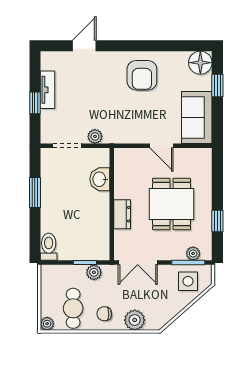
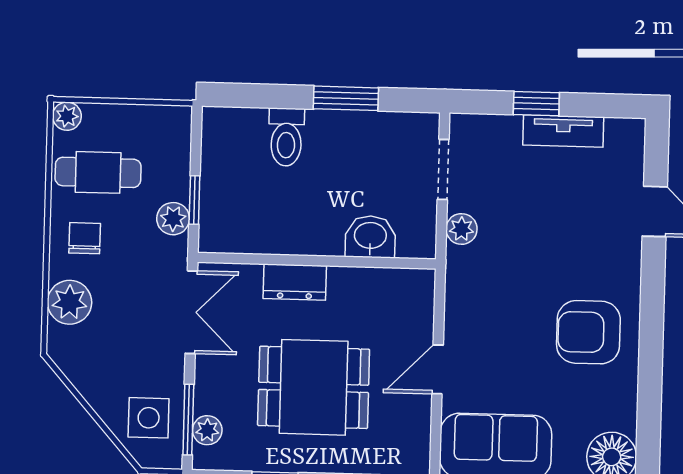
toilet: (49, 247) -> (286, 137), moved, turned 90
double door: (138, 263) -> (191, 312), swing flipped

